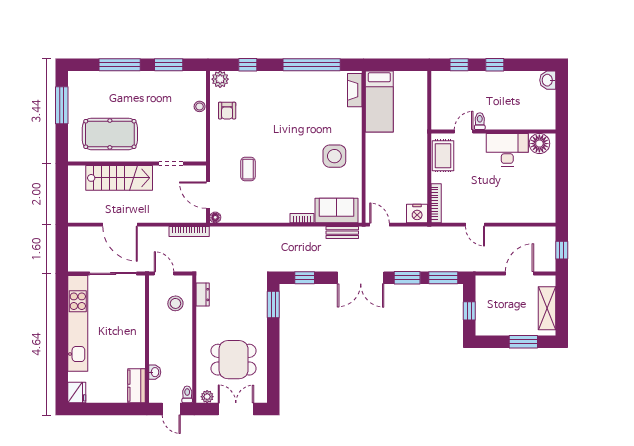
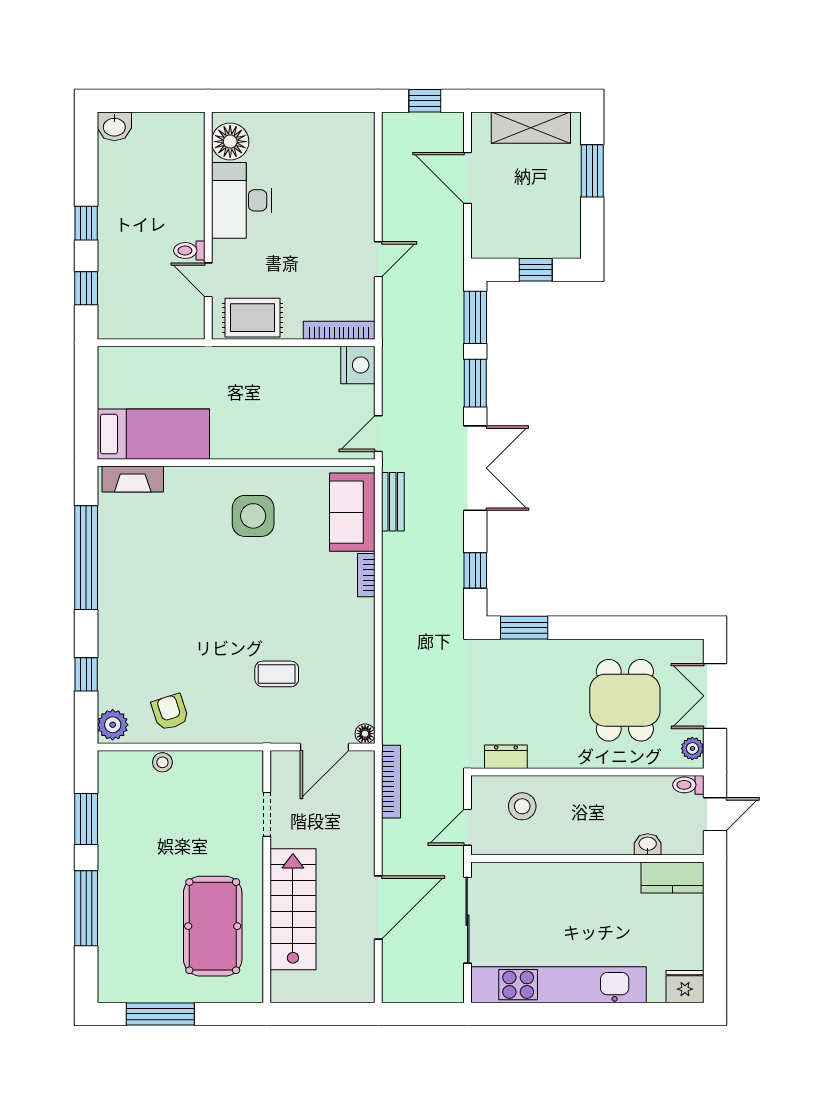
armchair: (227, 111) -> (170, 712), turned -108

